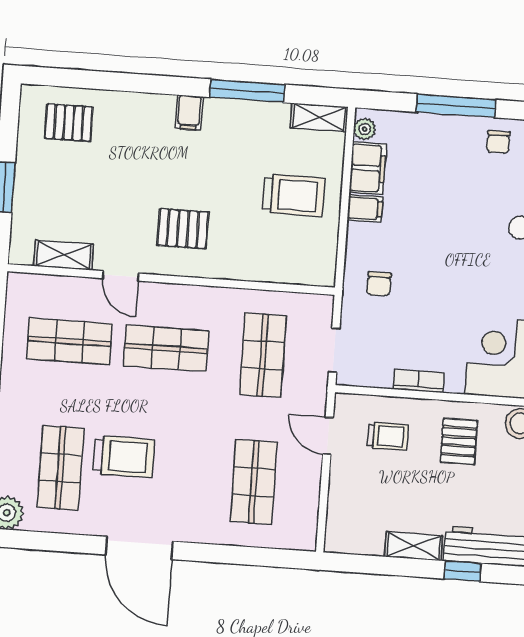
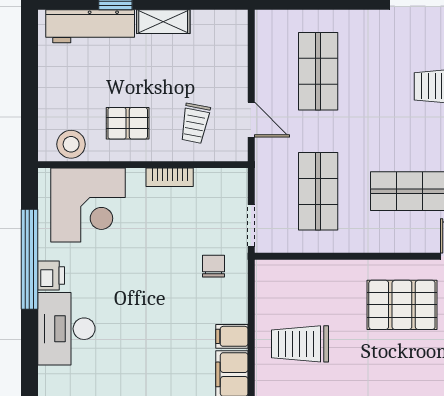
pallet: (183, 229) -> (402, 305), width x1.50, depth x1.42
doorway: (334, 350) -> (251, 226), moved
trolley: (388, 436) -> (195, 123), turned -79
pallet: (459, 441) -> (128, 123), turned 90

